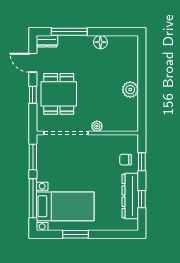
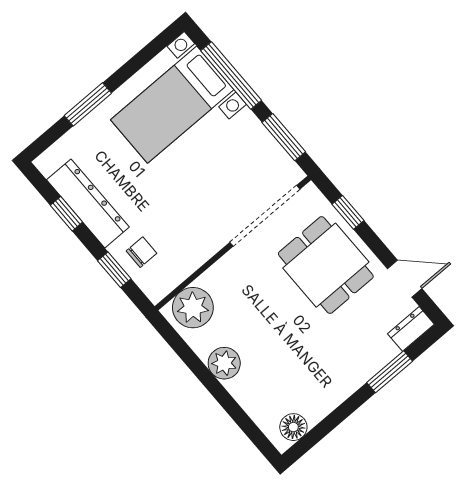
window: (69, 32) -> (390, 372), width x0.69
floor lamp: (100, 42) -> (293, 427), moved
window: (33, 95) -> (348, 212), moved
plant: (97, 126) -> (193, 308), moved, width x1.87, depth x1.87
window: (76, 234) -> (88, 104), moved

